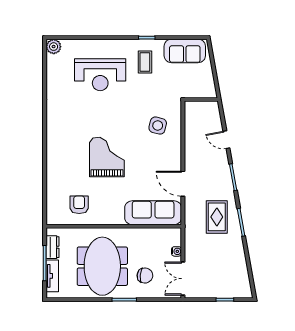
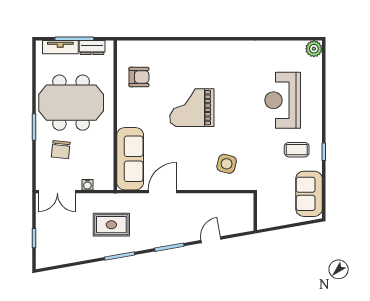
grand piano: (107, 157) -> (192, 108), turned 180
rug: (217, 217) -> (111, 225), moved
double door: (183, 279) -> (57, 192), swing flipped

